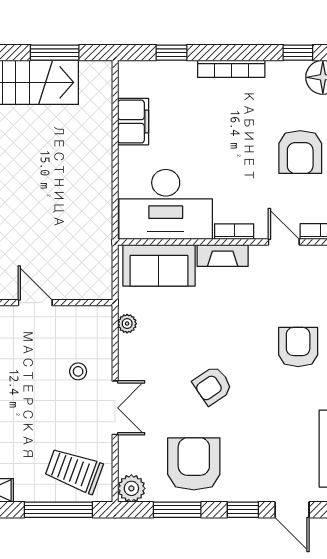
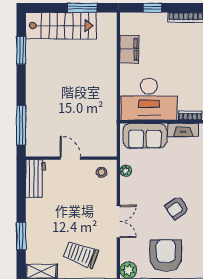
stool: (78, 371) -> (101, 172), moved
trolley: (74, 471) -> (81, 254), moved

